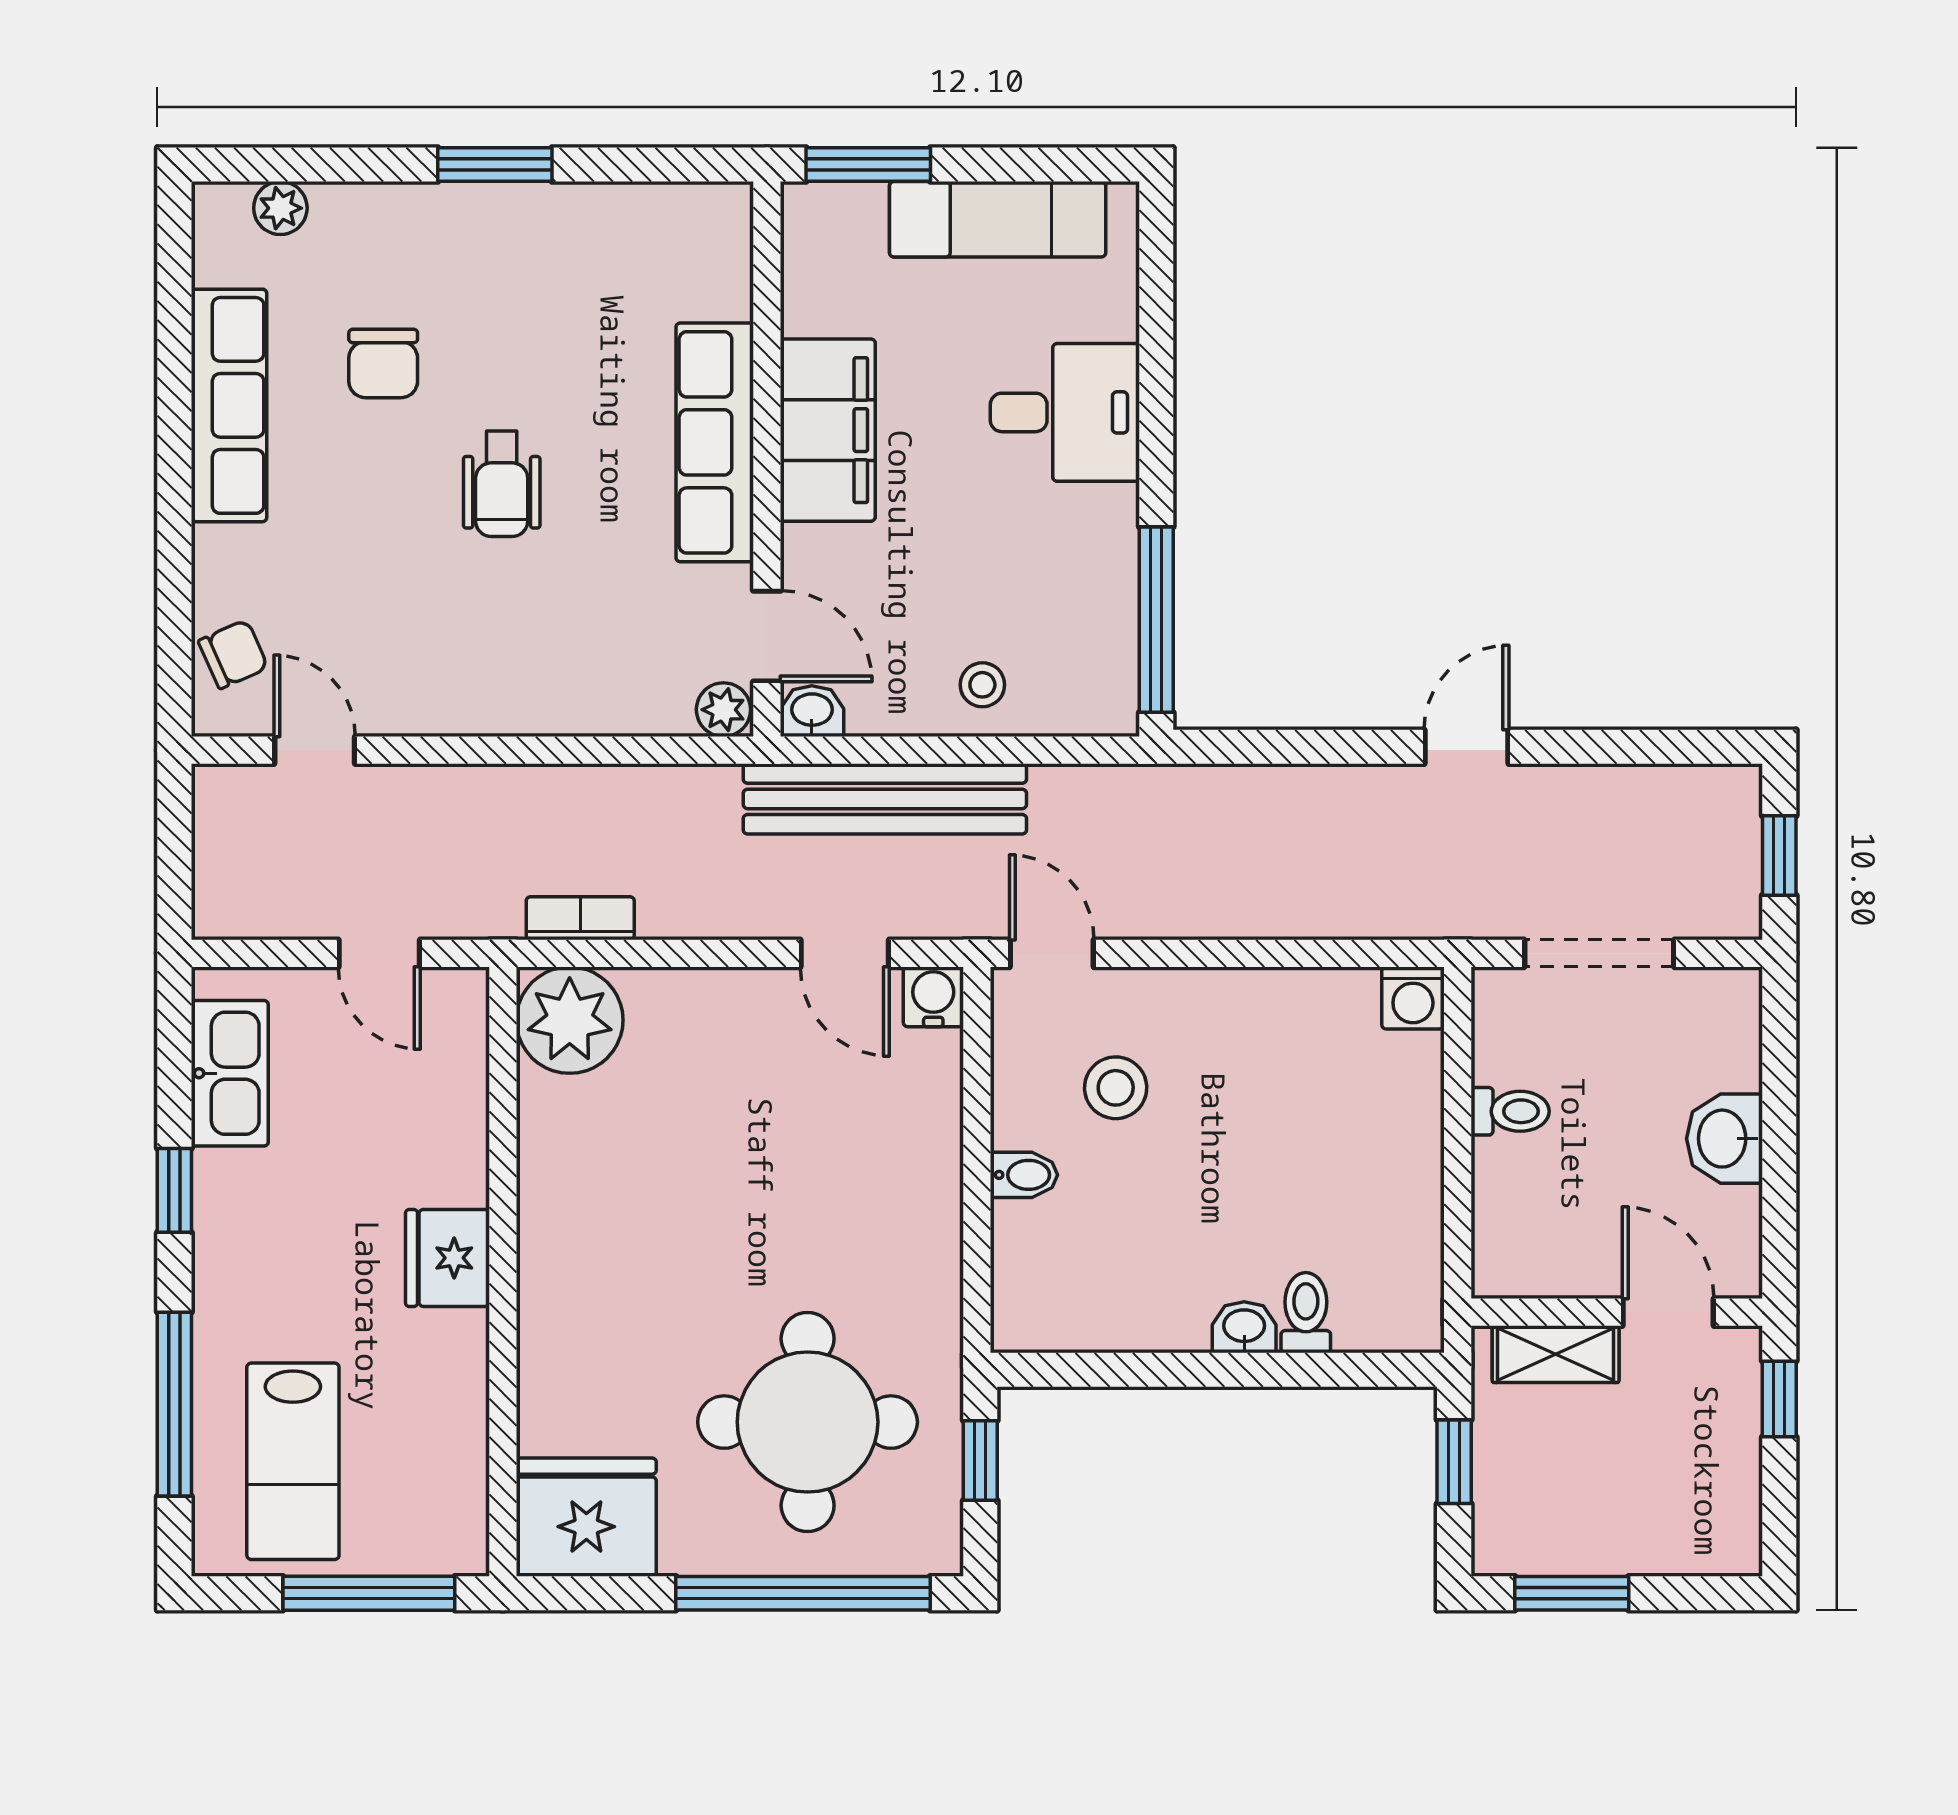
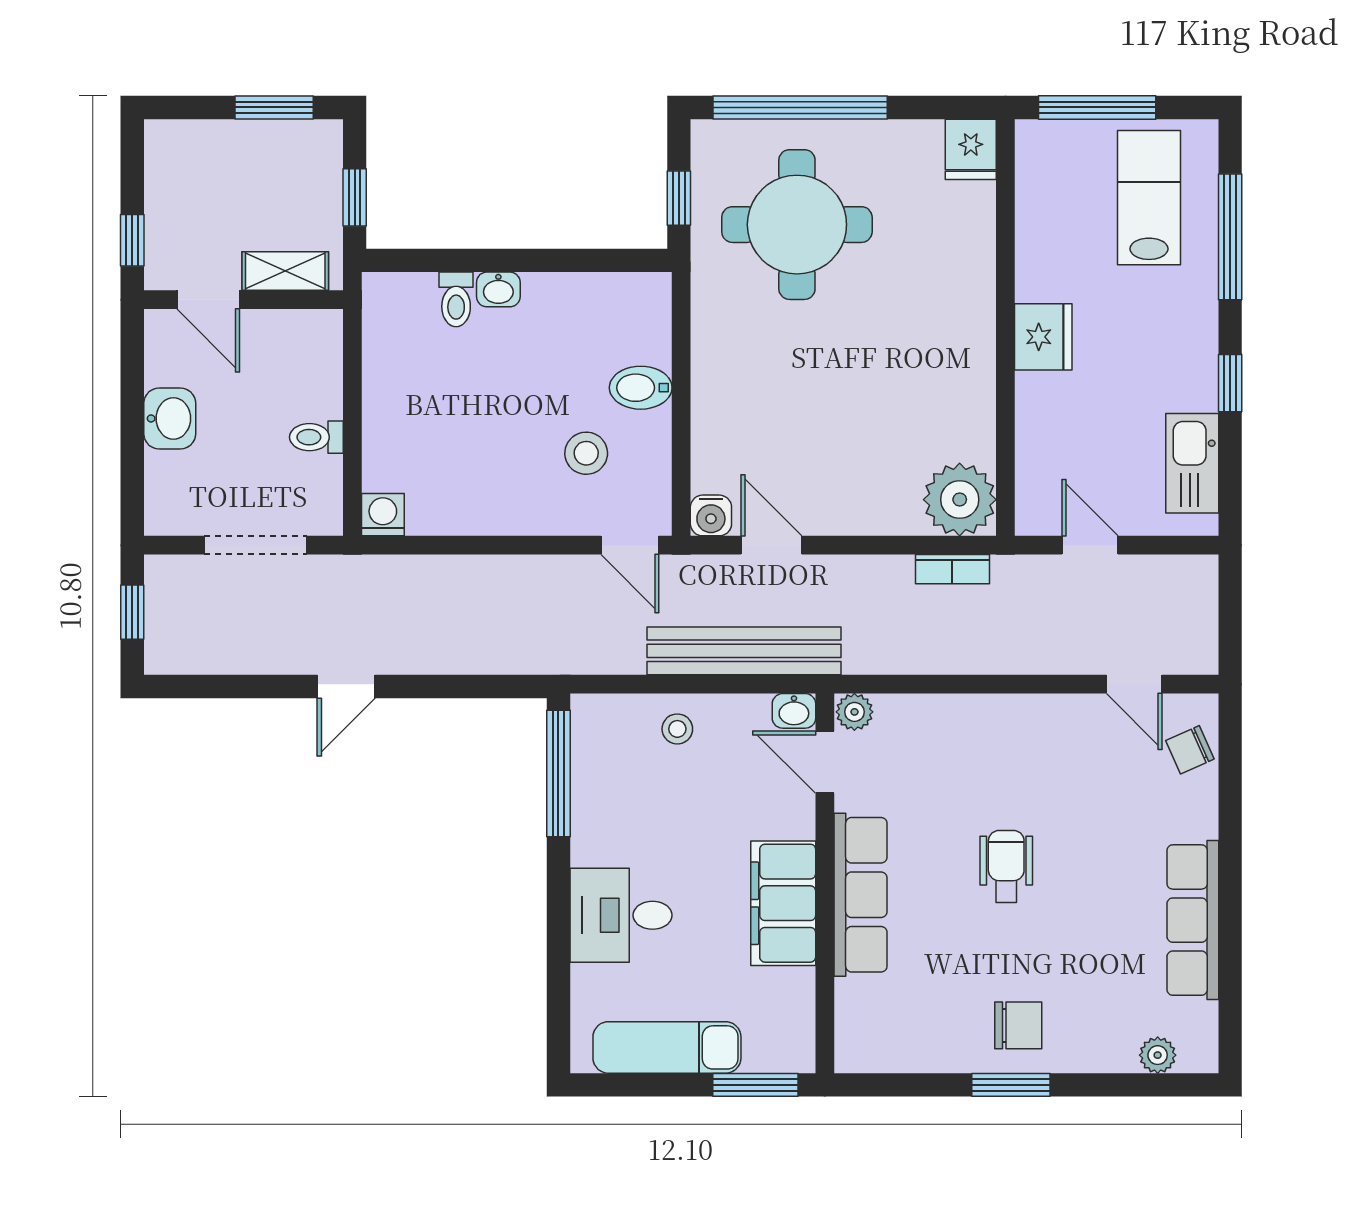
chair: (383, 363) -> (1018, 1025), moved, turned 90
bidet: (1024, 1175) -> (641, 388), width x1.38, depth x1.36
fridge: (586, 1517) -> (971, 149), width x0.53, depth x0.75

